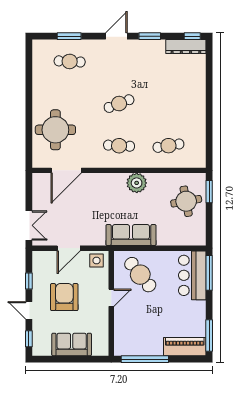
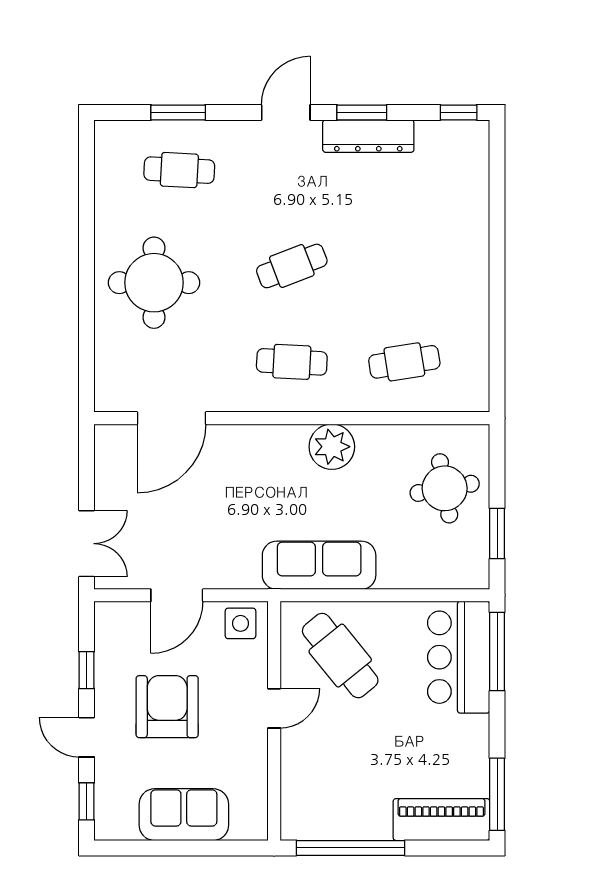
dresser: (186, 46) -> (368, 136), moved
round table: (55, 130) -> (154, 283), moved
window: (209, 192) -> (497, 533), moved

